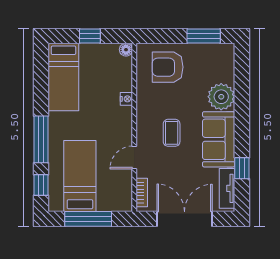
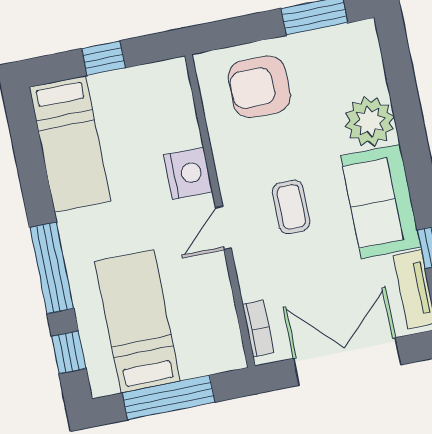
floor lamp: (126, 50) -> (176, 70), removed
nightstand: (126, 99) -> (188, 173), width x1.89, depth x1.79
door: (134, 158) -> (223, 228), moved

